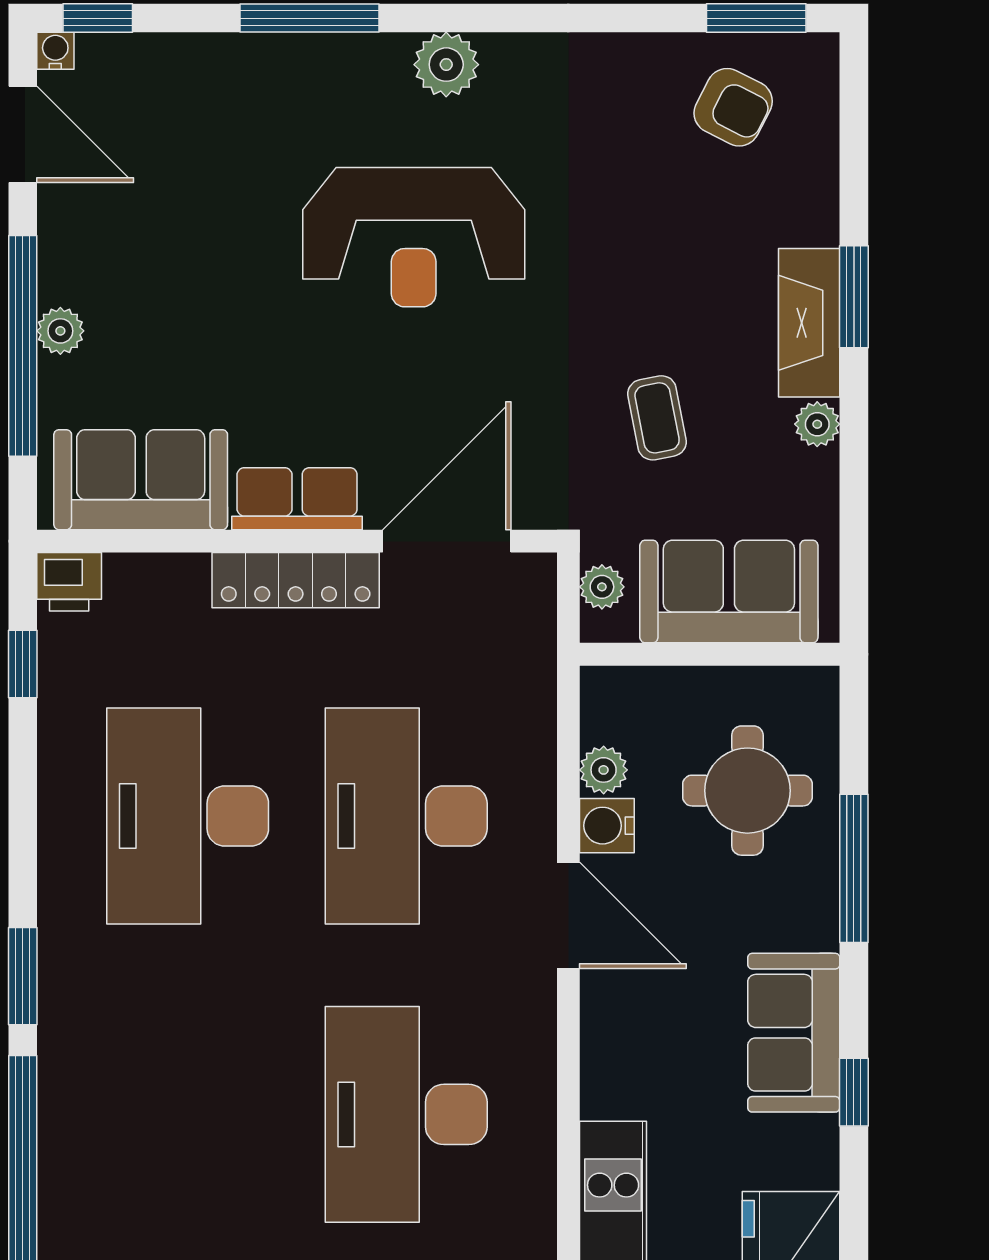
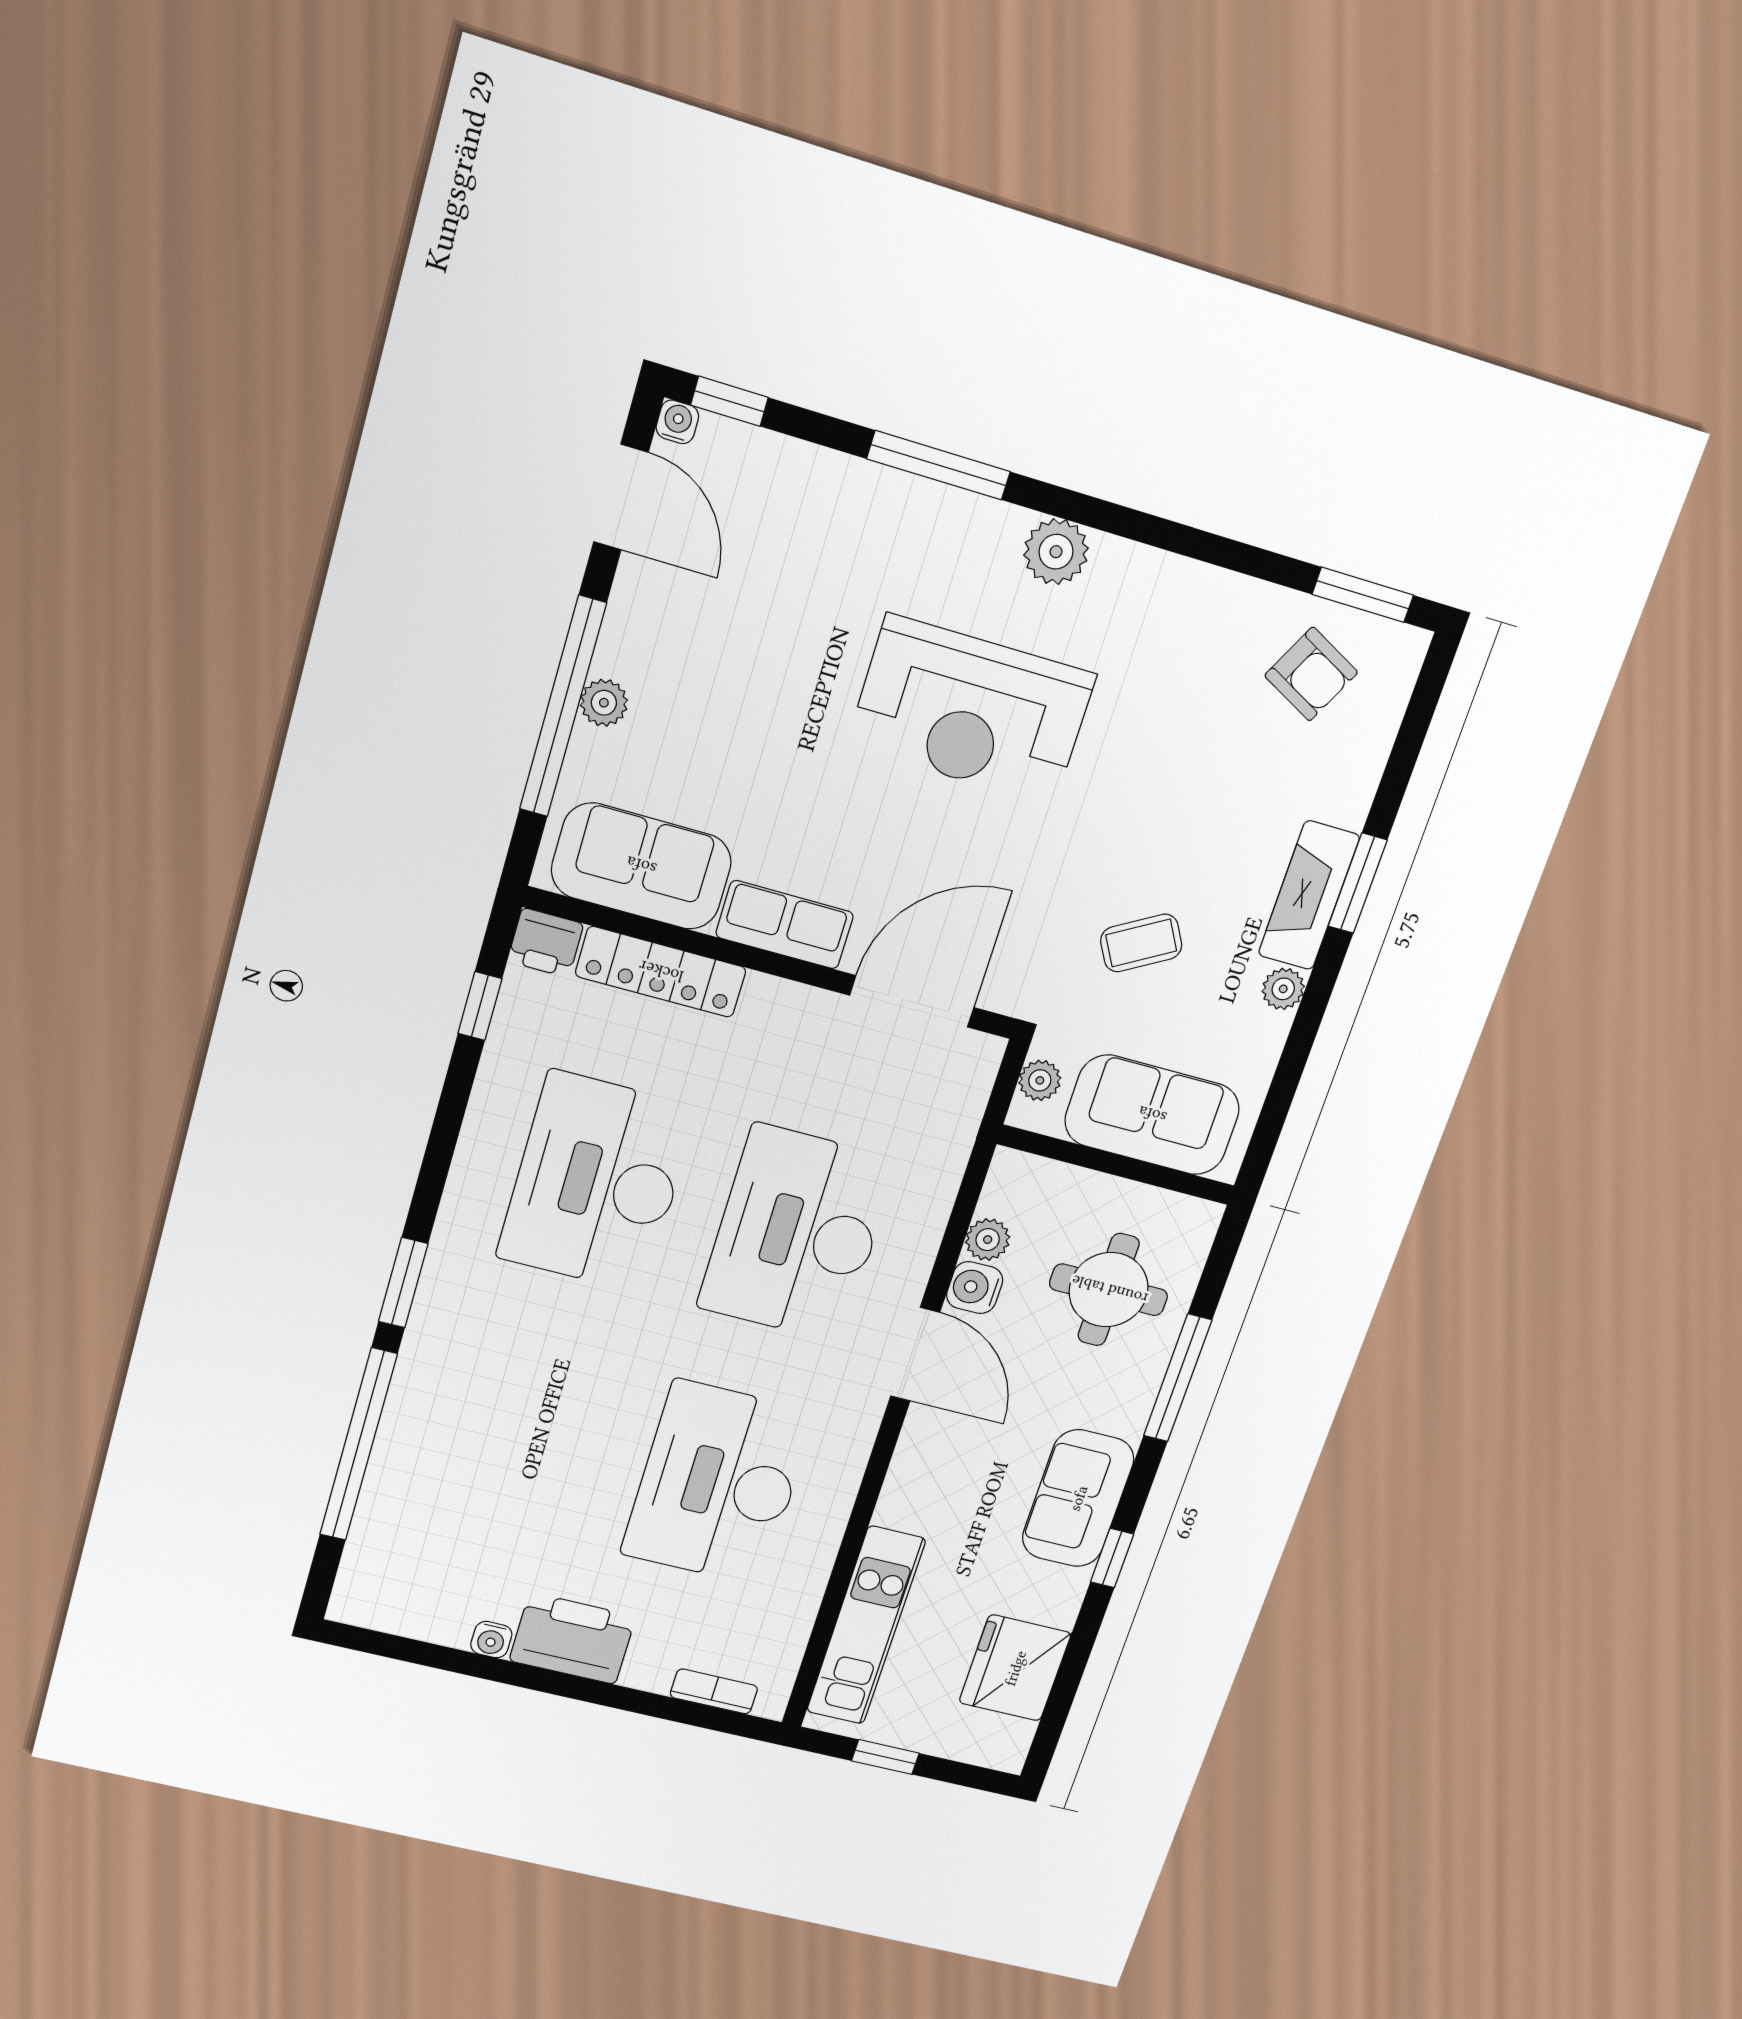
coffee table: (657, 418) -> (1141, 943), turned 71
locker: (296, 580) -> (661, 972), moved

